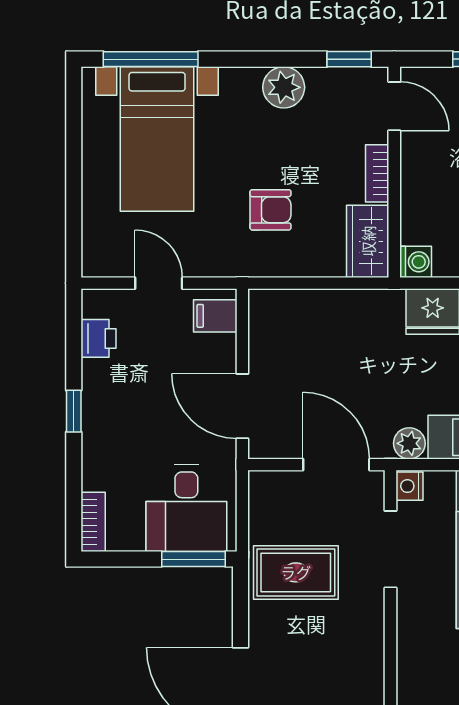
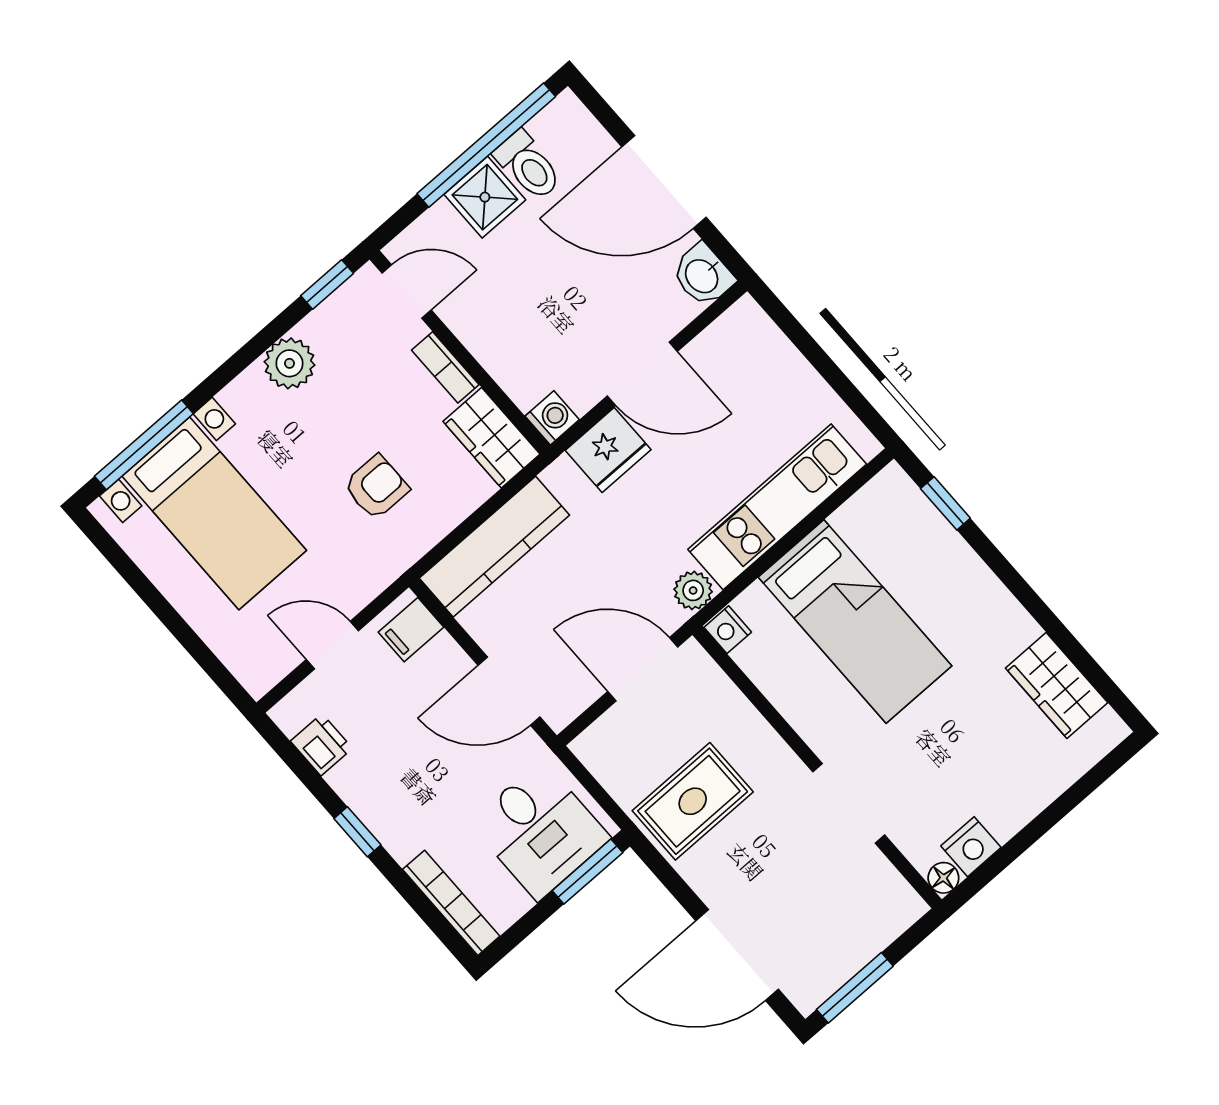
kitchen counter: (311, 310) -> (494, 547), added
bookcase: (93, 522) -> (451, 903), width x1.56
doorway: (390, 549) -> (849, 803), moved

